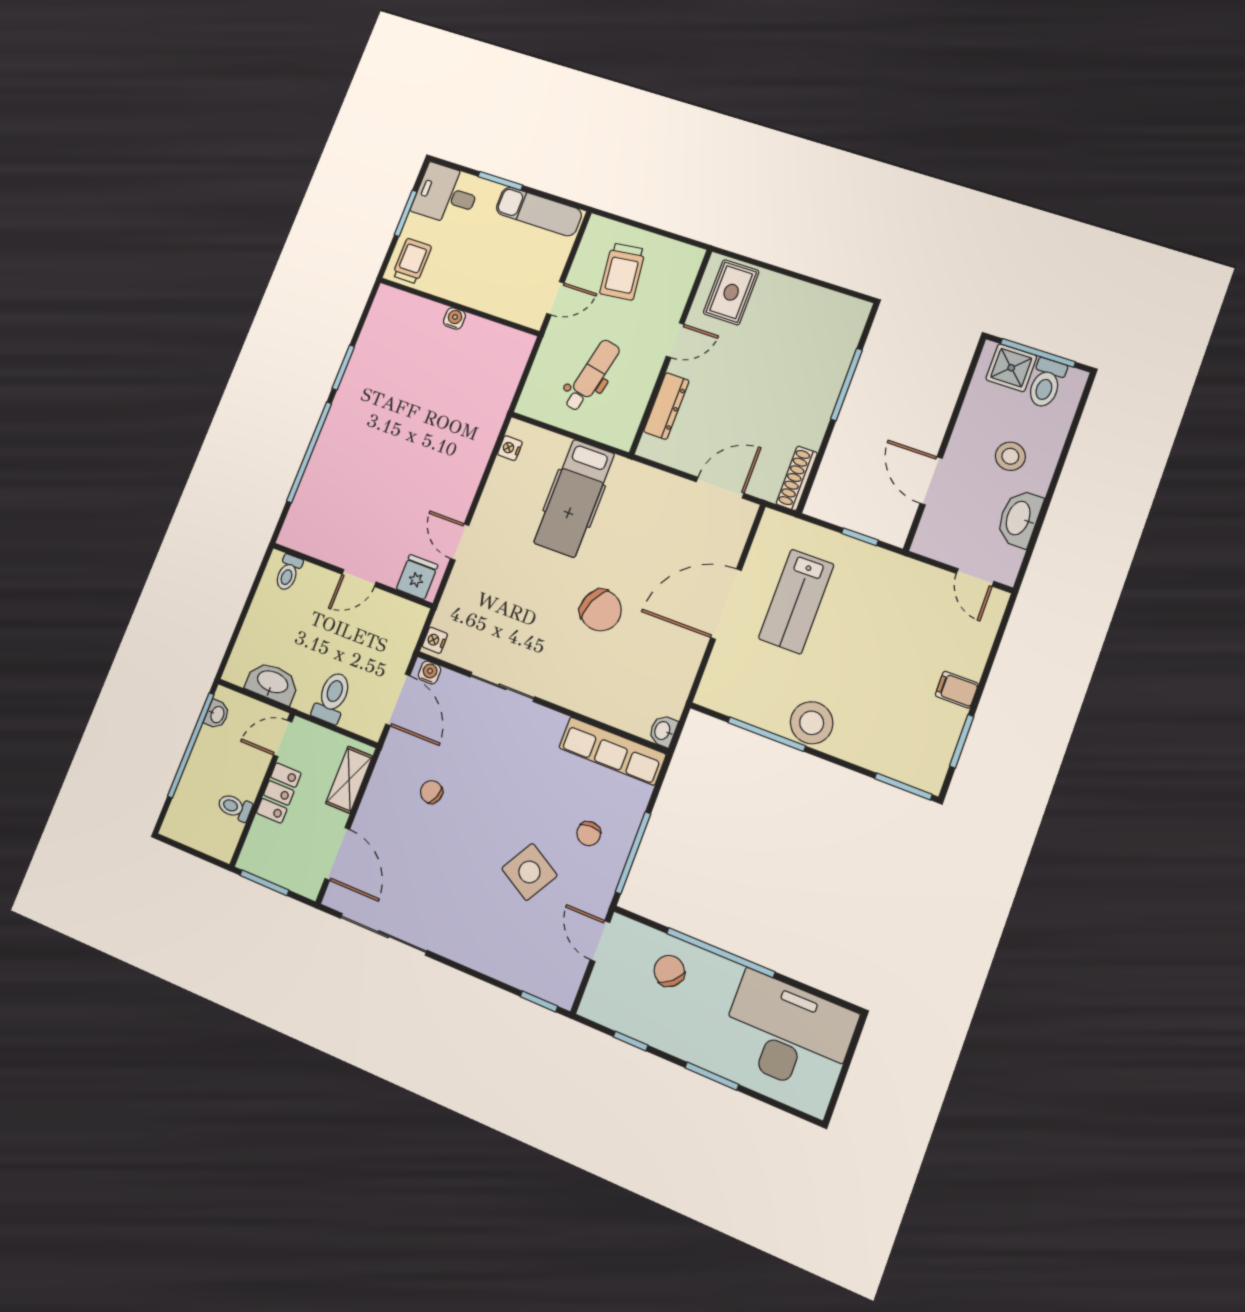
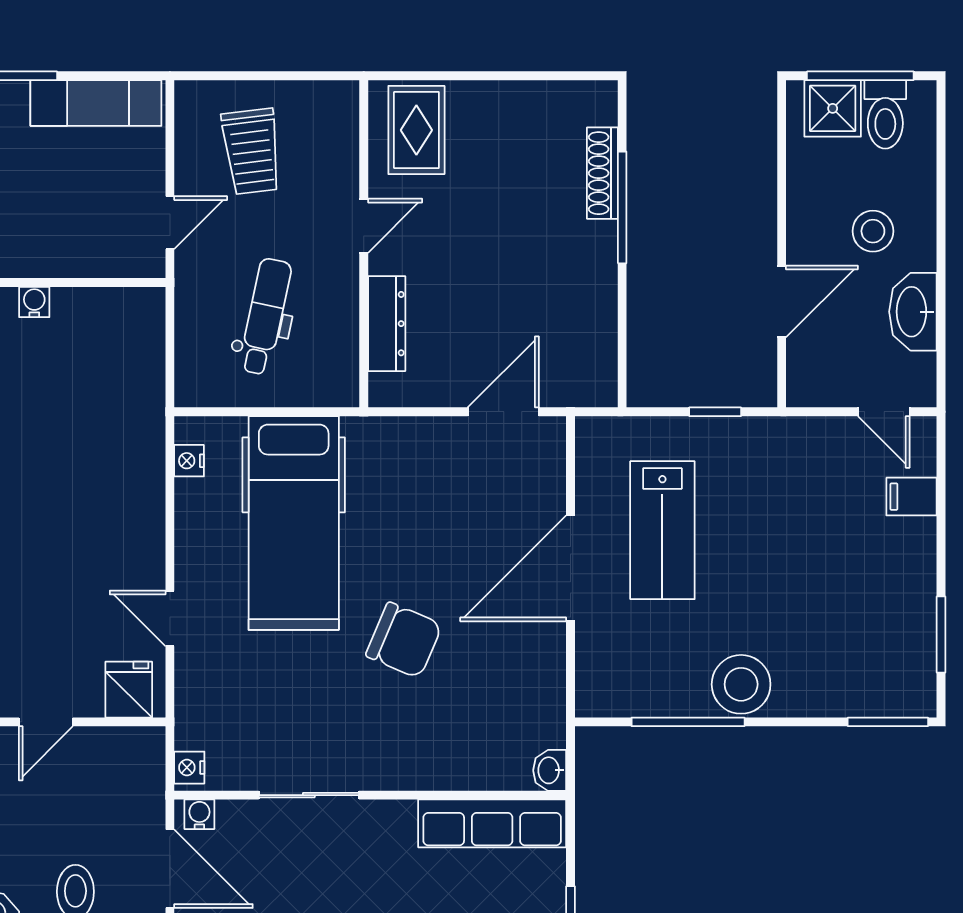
shoe rack: (797, 478) -> (602, 173), moved
door: (931, 481) -> (782, 301), swing flipped
hospital bed: (574, 498) -> (294, 523), width x1.37, depth x1.29
filing cabinet: (957, 690) -> (911, 497), moved

